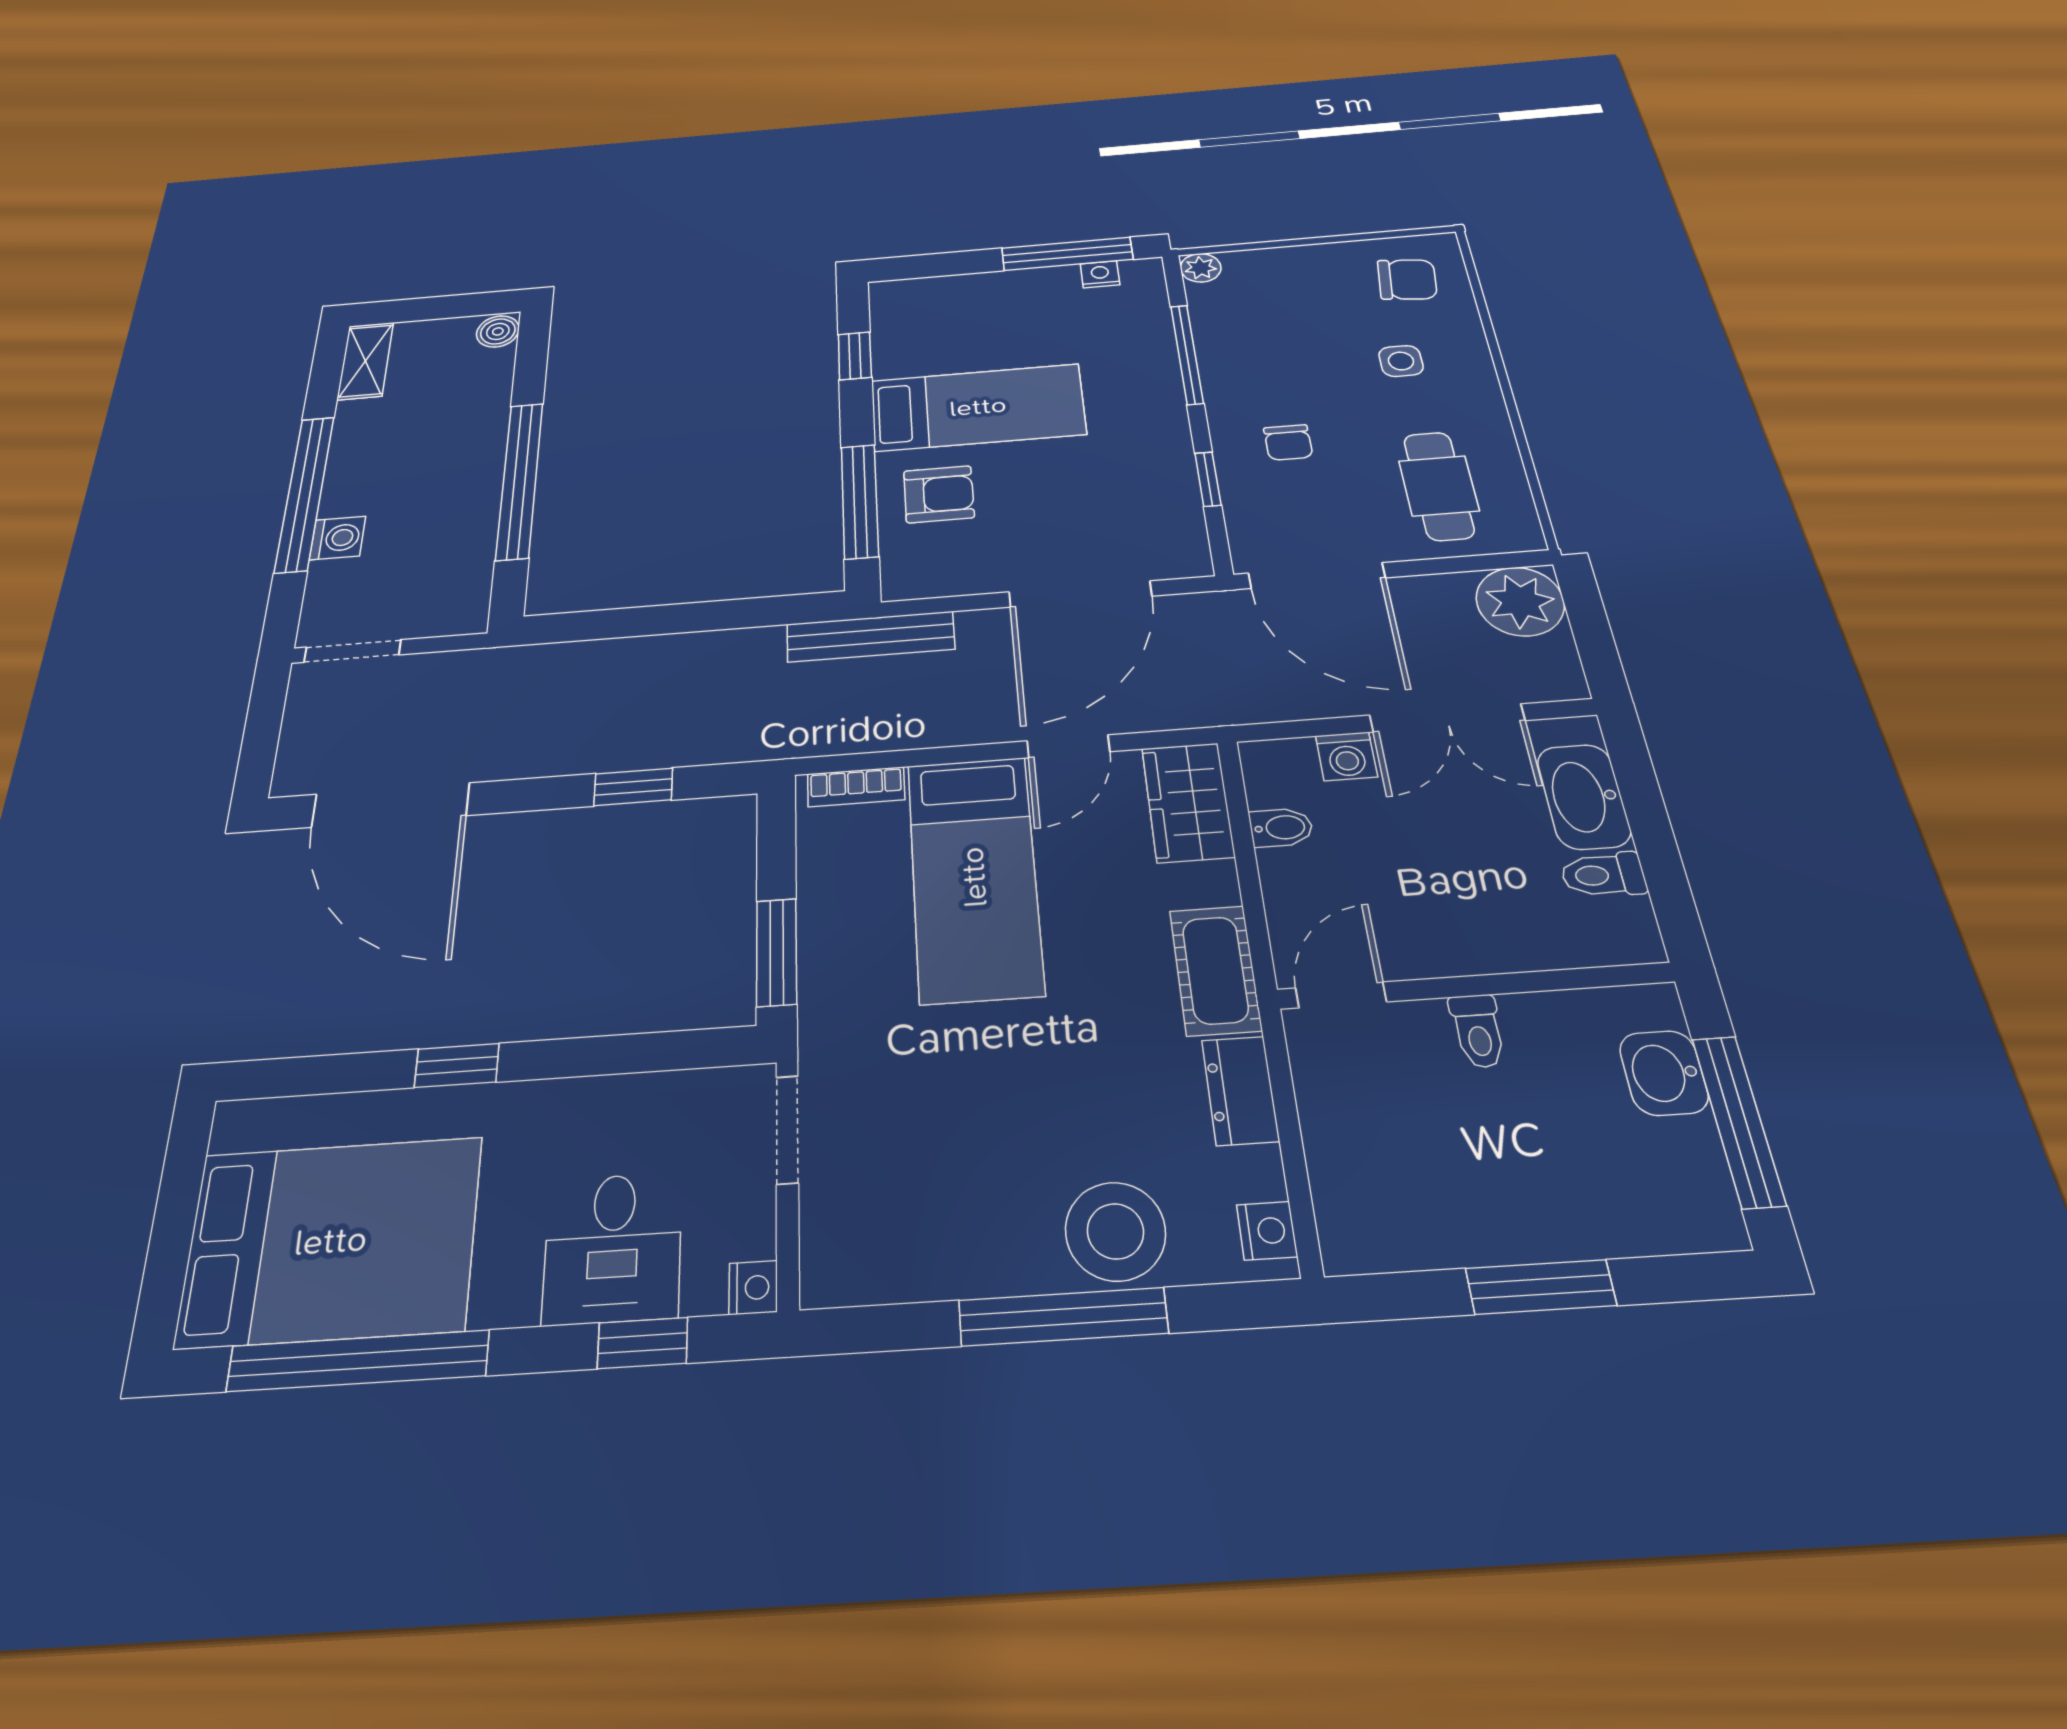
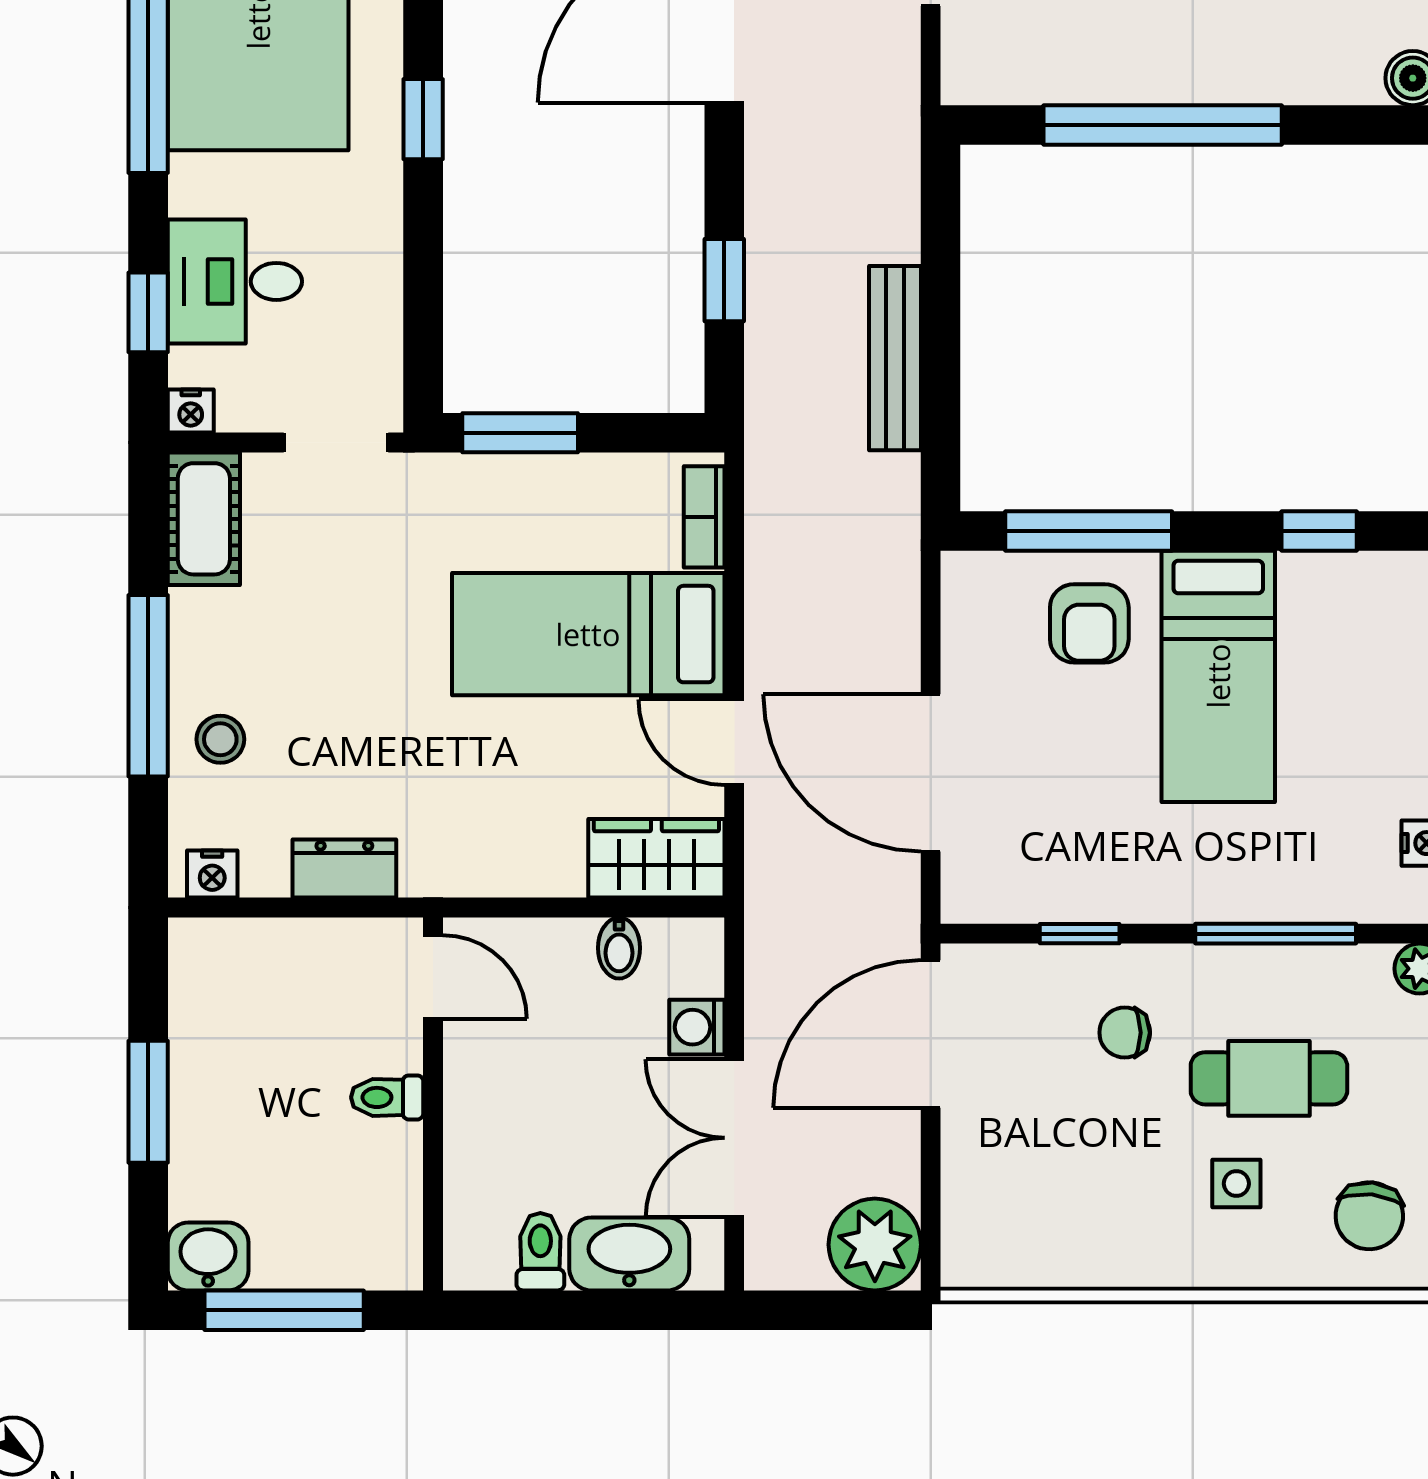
cafe table: (1439, 486) -> (1269, 1078), moved
bench: (871, 637) -> (895, 358), moved
cot: (1215, 970) -> (204, 519), moved, turned 90
washbasin: (1664, 1073) -> (208, 1256), moved
stool: (1115, 1231) -> (220, 739), width x0.53, depth x0.53

